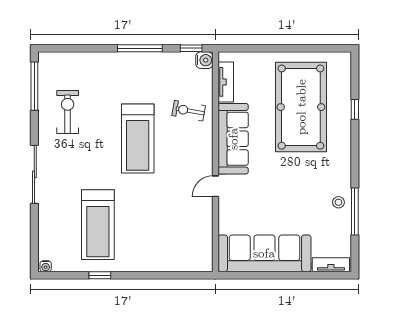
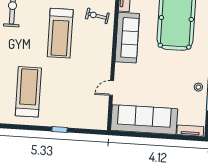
door: (215, 186) -> (112, 88), moved
treadmill: (98, 225) -> (28, 92), turned 180
window: (100, 275) -> (60, 130), moved

